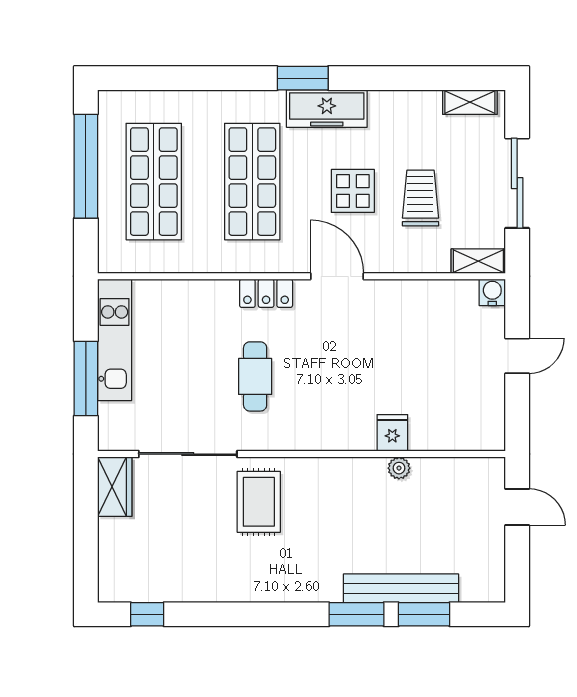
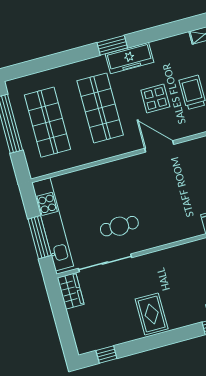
locker: (266, 293) -> (124, 166), removed
kitchen unit: (115, 340) -> (53, 224), width x1.36
cafe table: (255, 376) -> (119, 226), moved, turned 90
rug: (259, 502) -> (152, 314), moved

